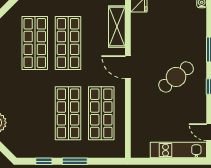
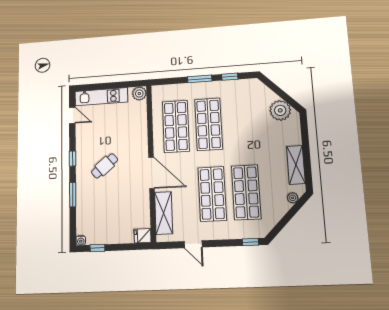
door: (128, 67) -> (151, 173), width x1.36
cafe table: (176, 77) -> (105, 166), width x0.73, depth x0.74
plant: (138, 151) -> (139, 94), added

